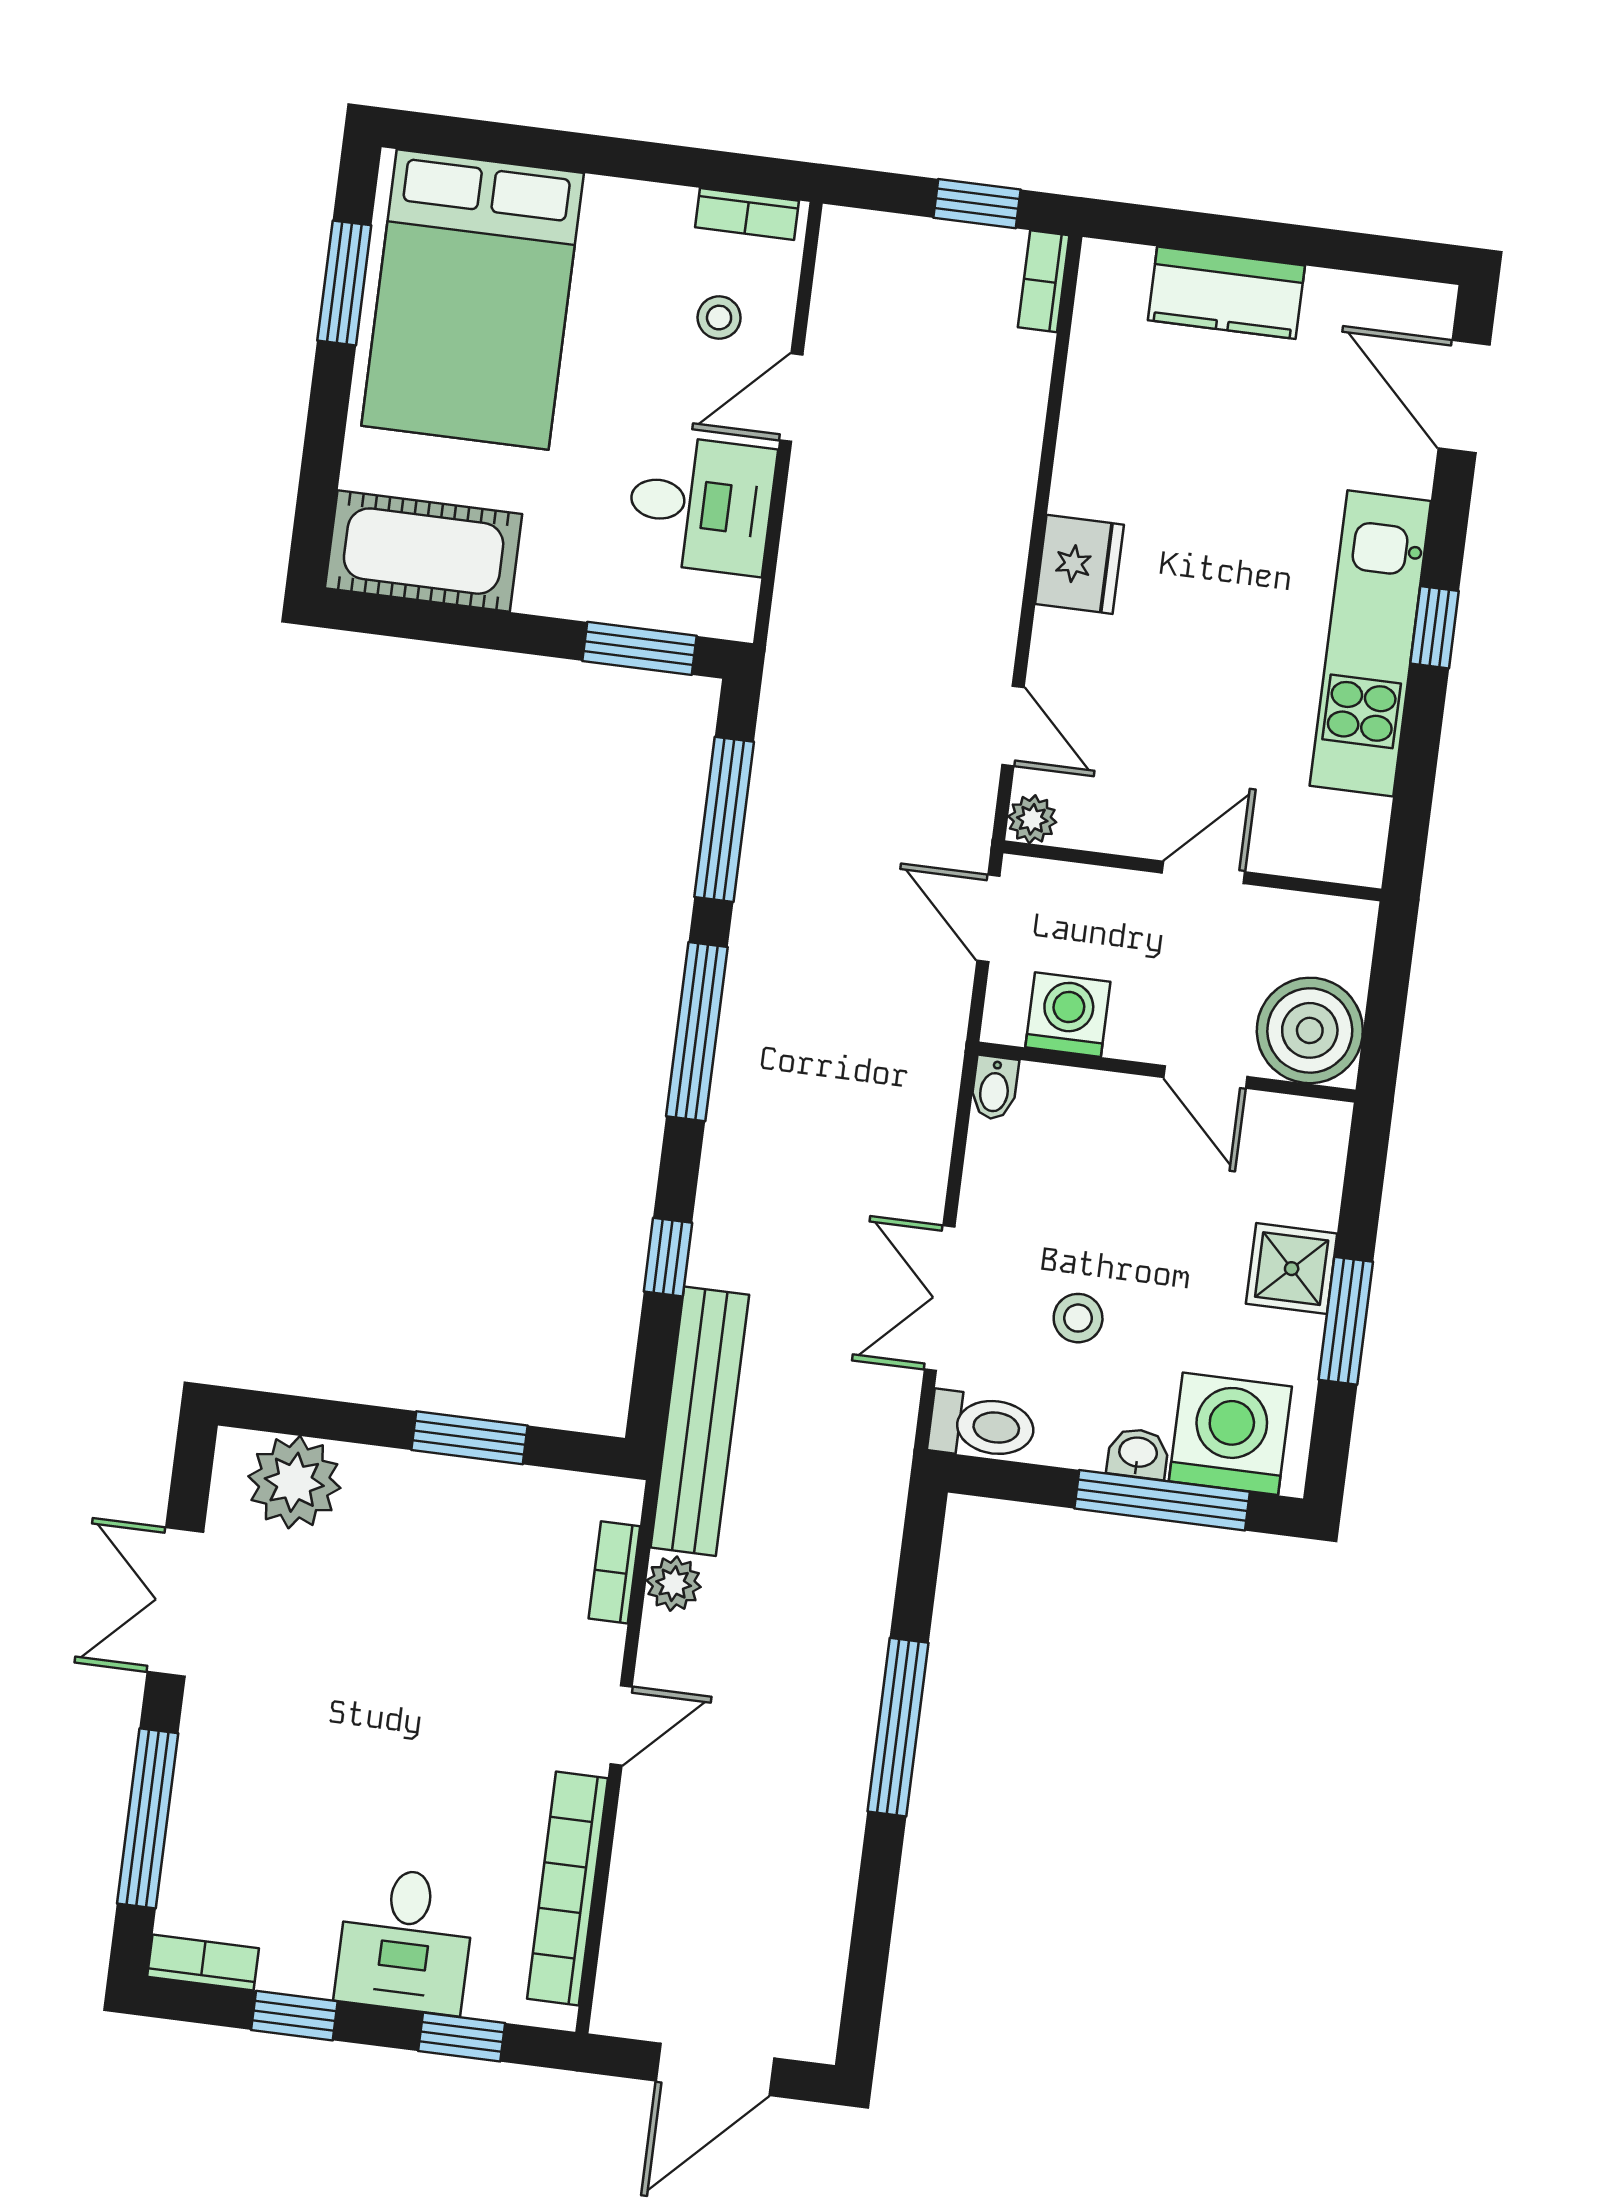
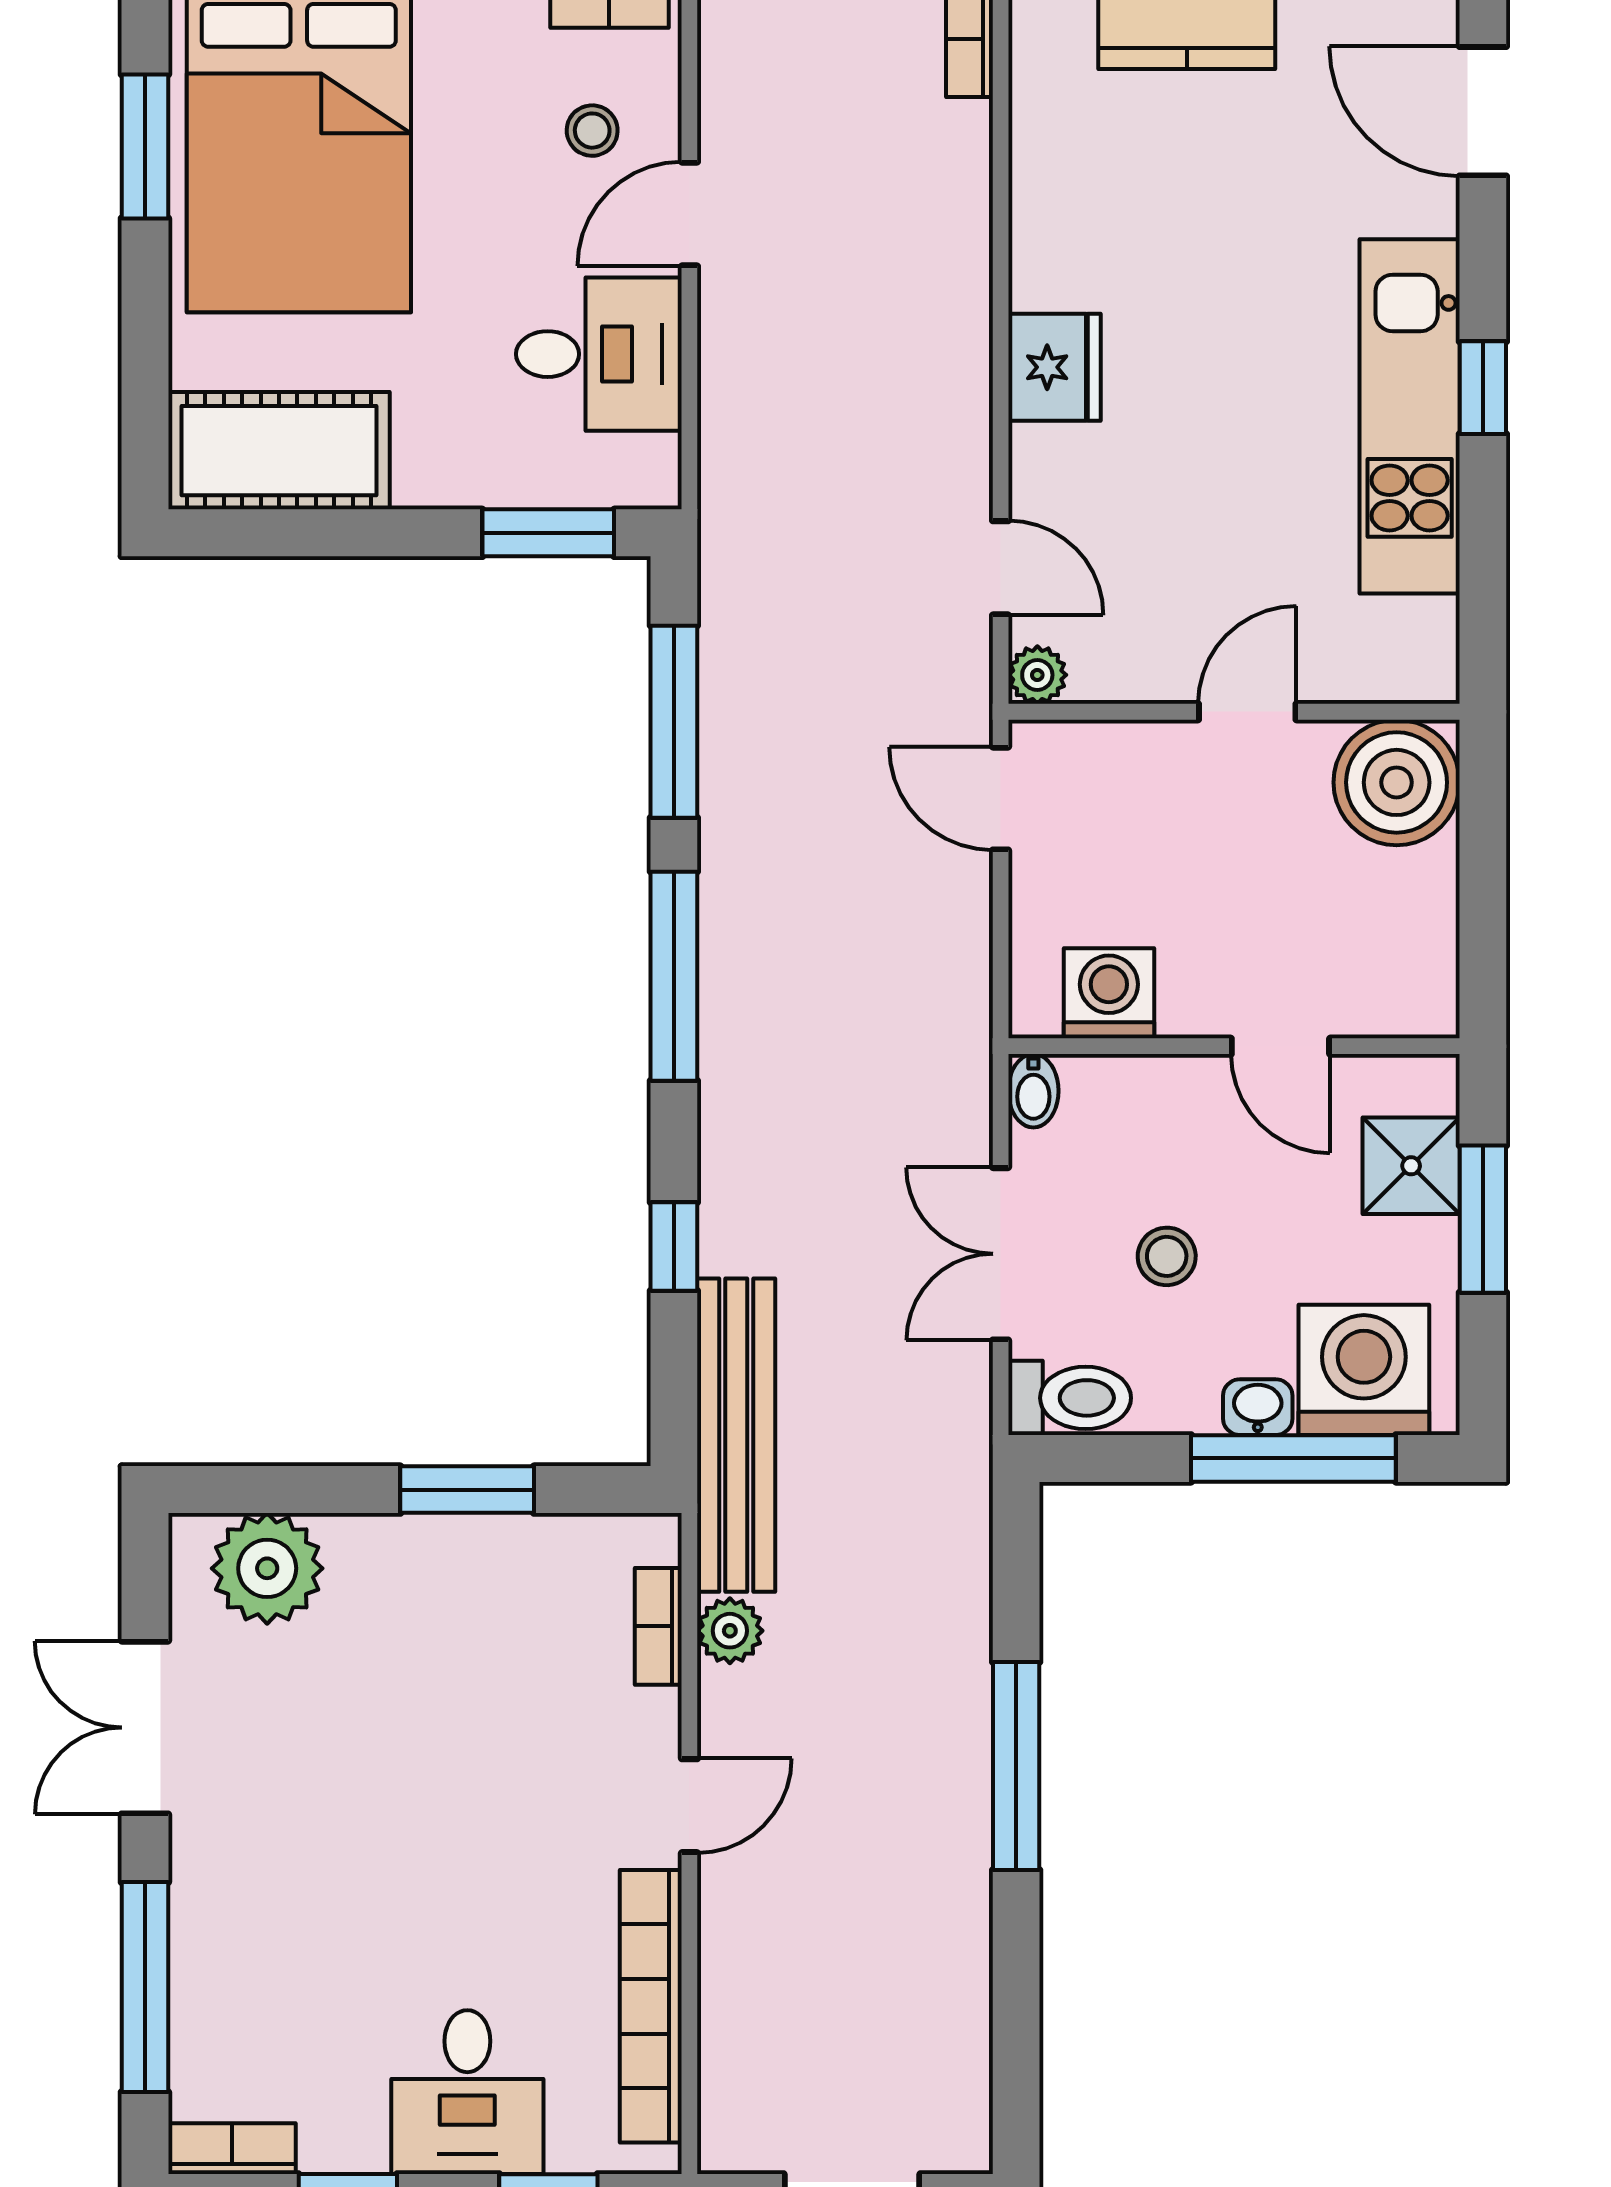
washing machine: (1068, 1015) -> (1109, 993), moved
boiler: (1310, 1030) -> (1397, 782), moved
wall: (1167, 1072) -> (1234, 1046), moved
door: (1205, 1077) -> (1280, 1046), moved
bidet: (994, 1088) -> (1033, 1091), moved

